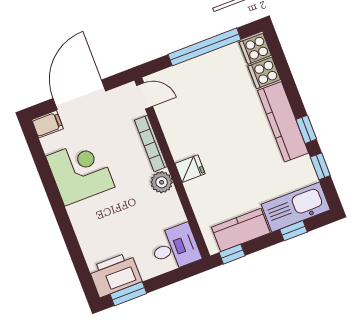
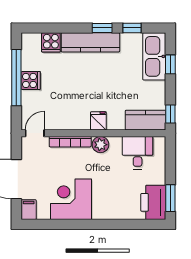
cooker: (255, 49) -> (31, 80), moved, turned -90
kitchen counter: (241, 230) -> (146, 120), moved, turned 90
desk: (175, 248) -> (138, 153), moved

